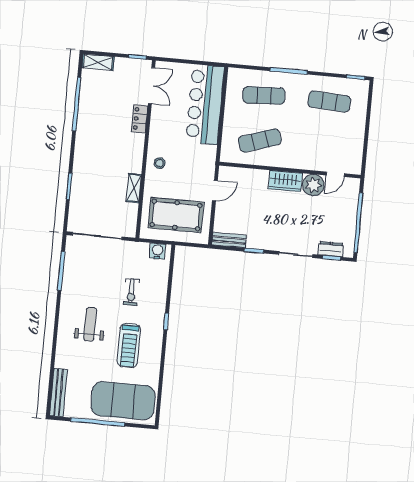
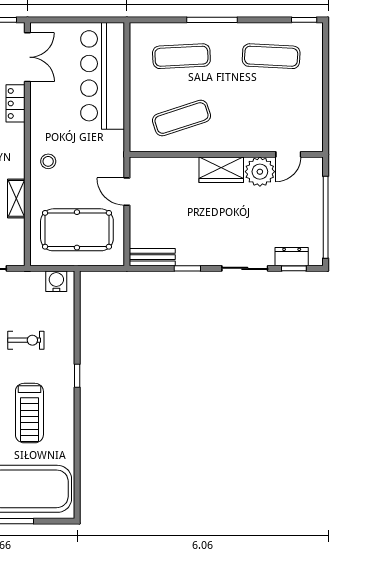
door: (215, 191) -> (127, 192), swing flipped
exercise bike: (131, 292) -> (26, 340), turned -90

